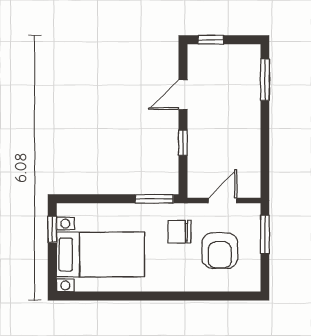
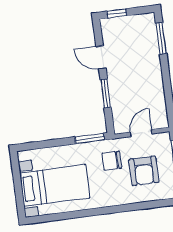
door: (183, 95) -> (101, 57), hinge flipped
window: (183, 143) -> (106, 93), width x1.50
window: (52, 229) -> (16, 171), removed

